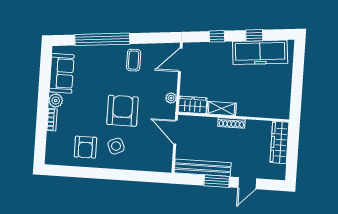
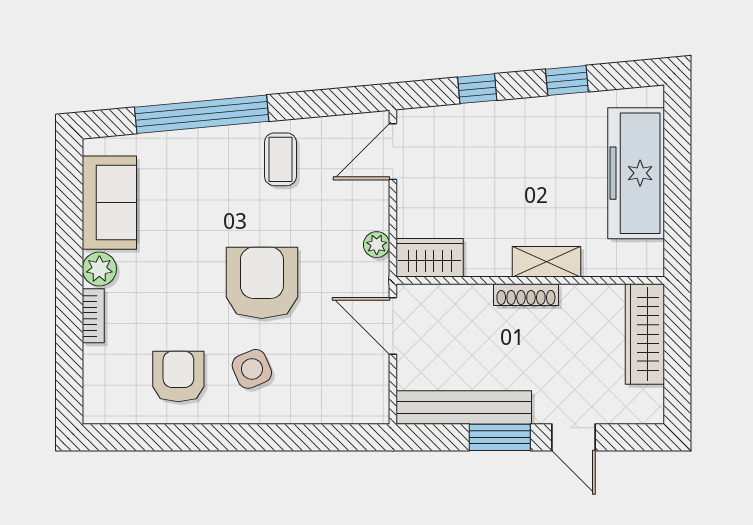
freezer: (260, 52) -> (636, 173), moved, turned 95
shelving: (222, 109) -> (547, 262), moved
armchair: (85, 147) -> (178, 376), turned 180
door: (247, 183) -> (573, 437), hinge flipped

